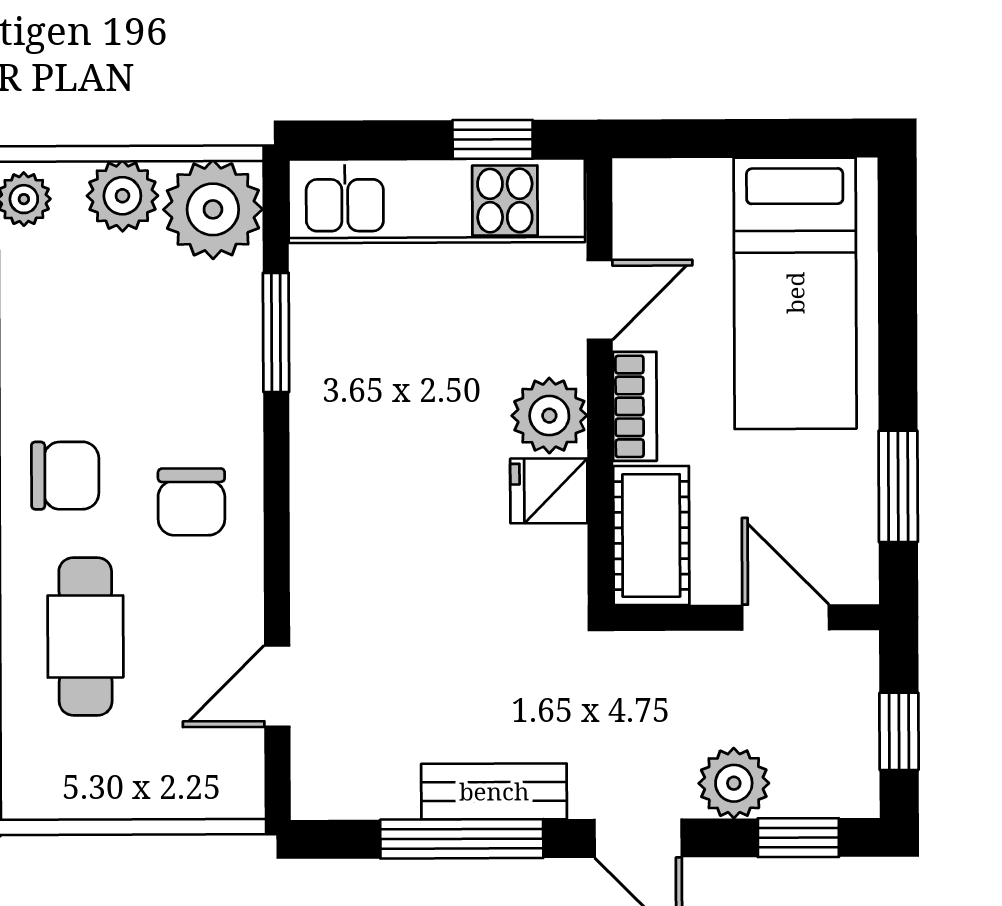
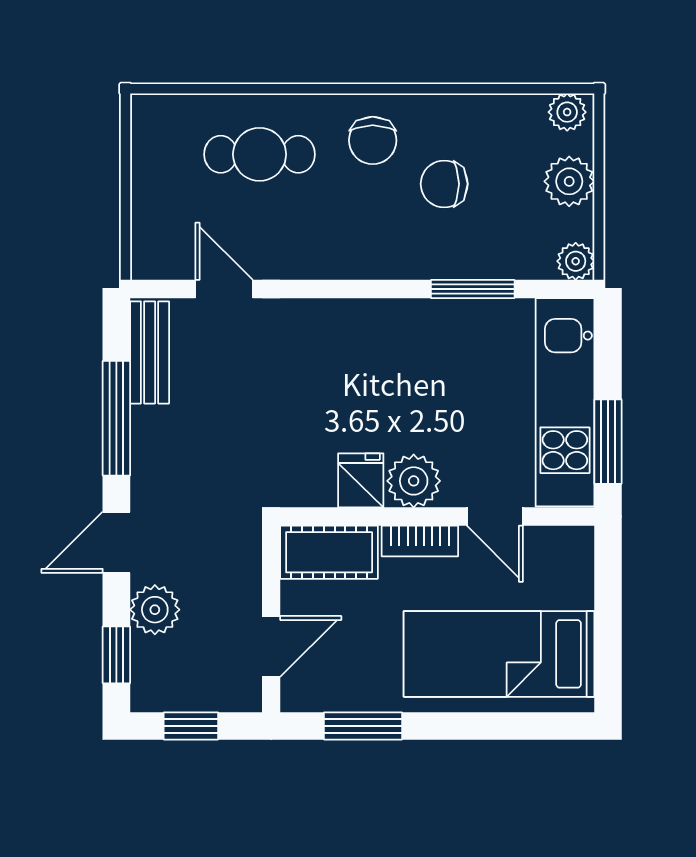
window: (493, 139) -> (608, 442), width x1.50
plant: (213, 209) -> (576, 261), width x0.53, depth x0.53
chair: (191, 502) -> (444, 184), moved
bench: (494, 791) -> (150, 352), moved

